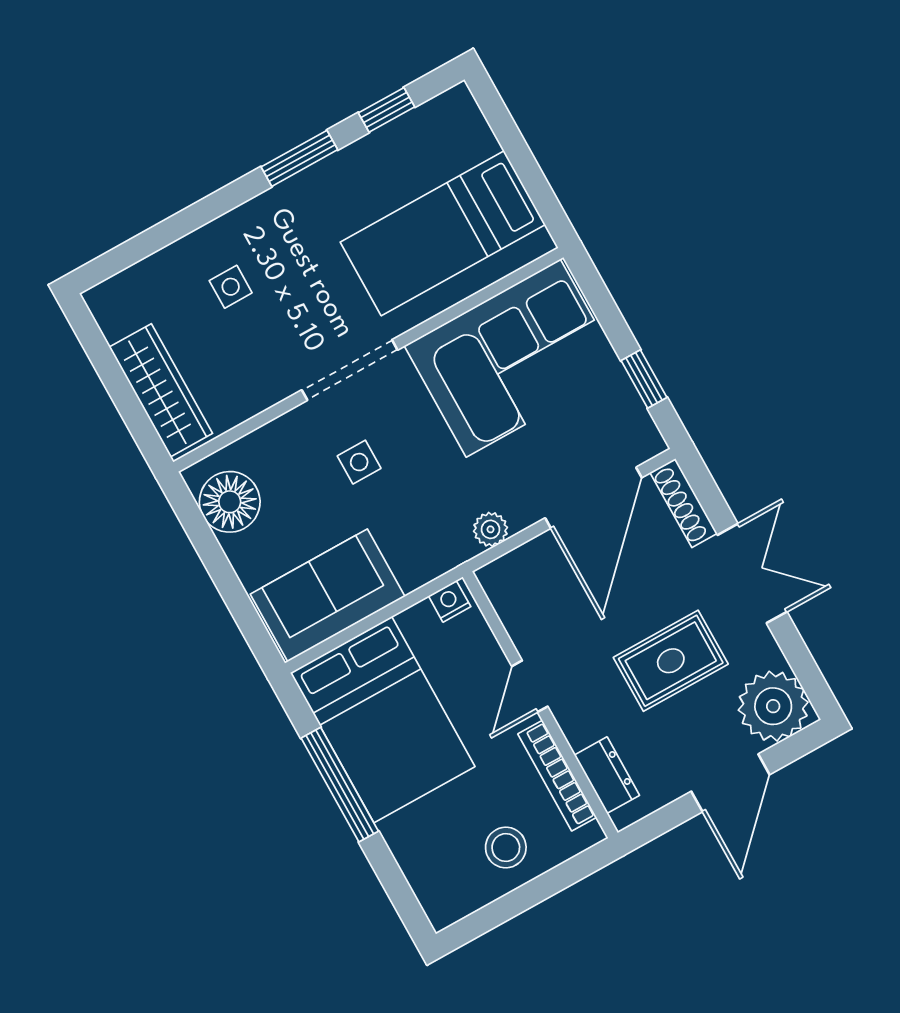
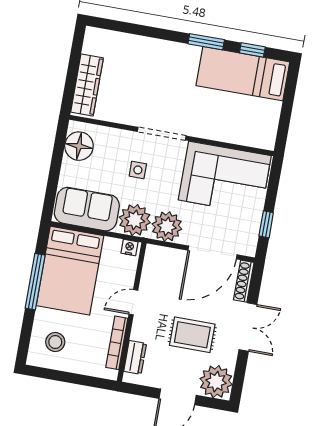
bed: (443, 233) -> (243, 74), moved
side table: (231, 287) -> (143, 68), removed
plant: (490, 529) -> (167, 226), width x1.87, depth x1.87
plant: (421, 549) -> (135, 220), added
stool: (506, 847) -> (55, 342), moved

